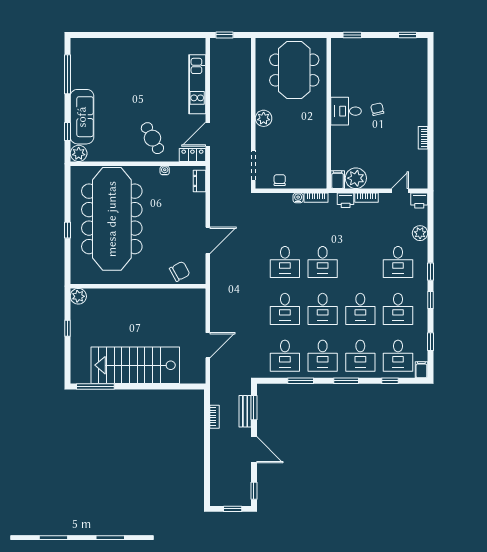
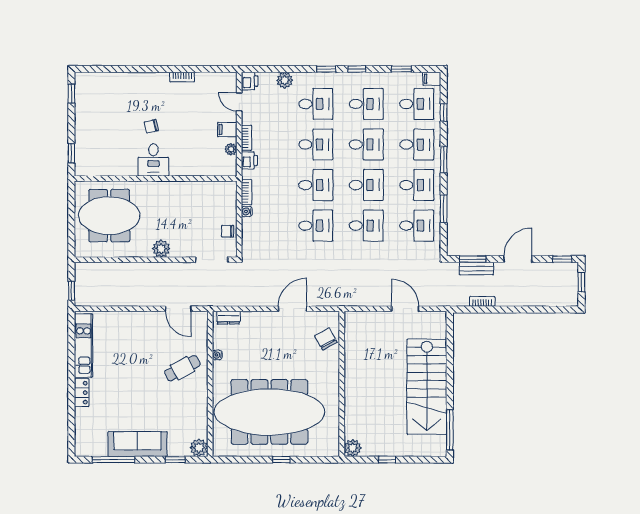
kitchen unit: (197, 84) -> (83, 345), moved, turned -90
sofa: (82, 117) -> (138, 444), moved
locker: (192, 155) -> (82, 393), moved, turned 180
plant: (356, 178) -> (231, 149), width x0.53, depth x0.53
filing cabinet: (338, 180) -> (227, 130), moved
door: (208, 240) -> (293, 309), hinge flipped
desk: (360, 262) -> (316, 144), added

